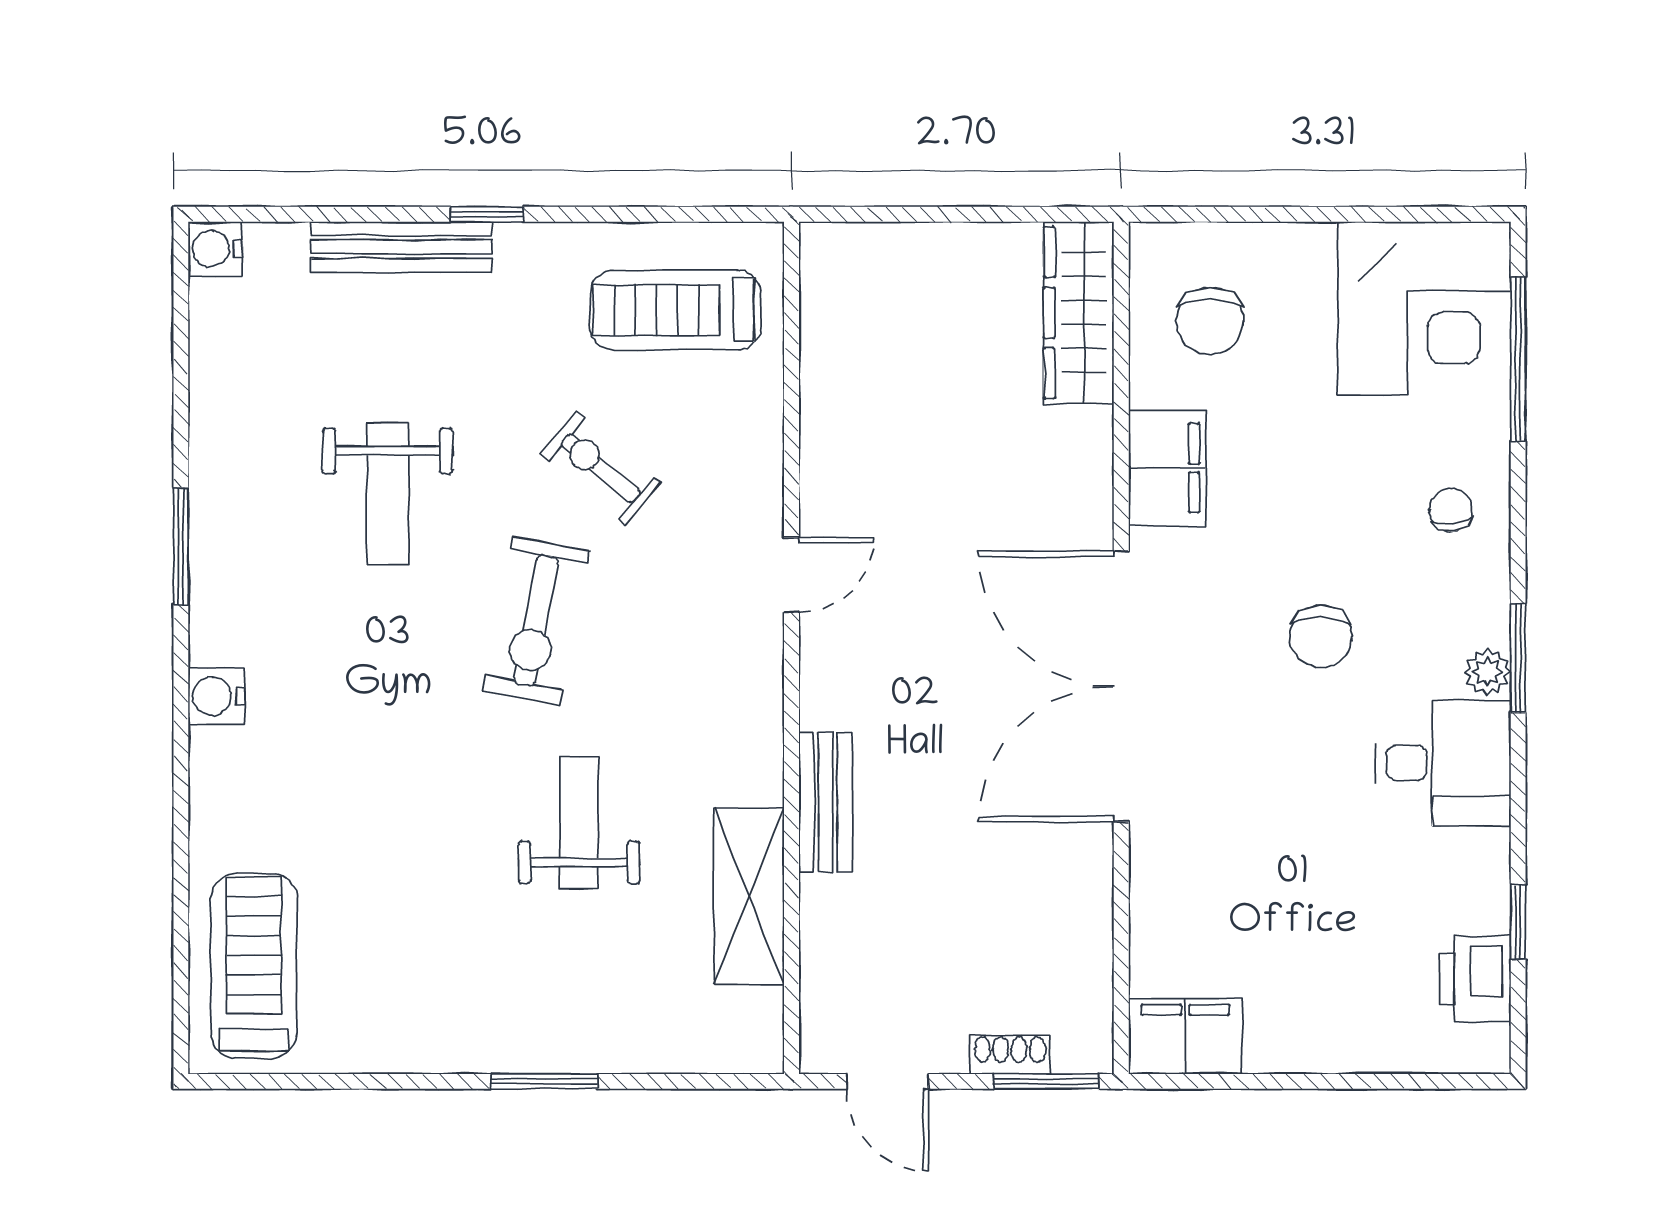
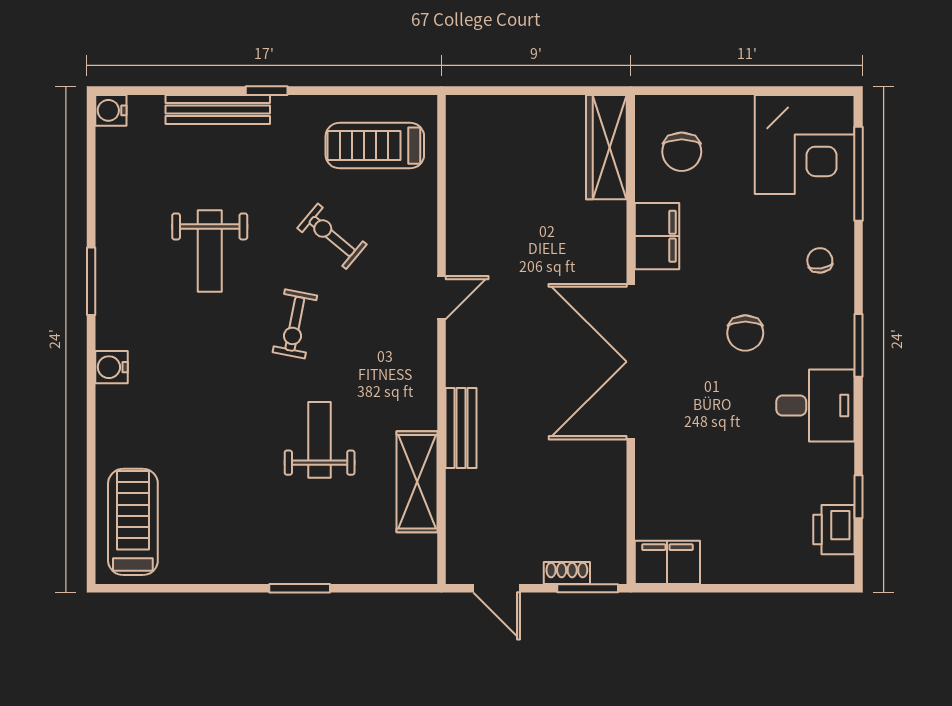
exercise bike: (536, 621) -> (295, 324), width x0.73, depth x0.72
plant: (1487, 672) -> (841, 353), removed

